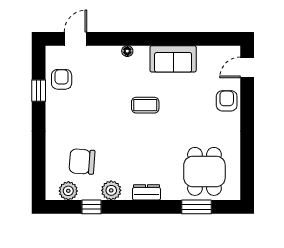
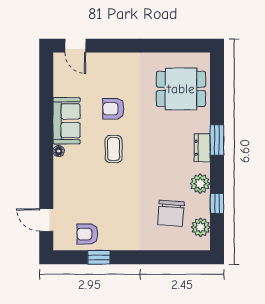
floor lamp: (127, 51) -> (59, 151), moved
armchair: (227, 101) -> (113, 109), moved
window: (196, 207) -> (217, 140), moved

